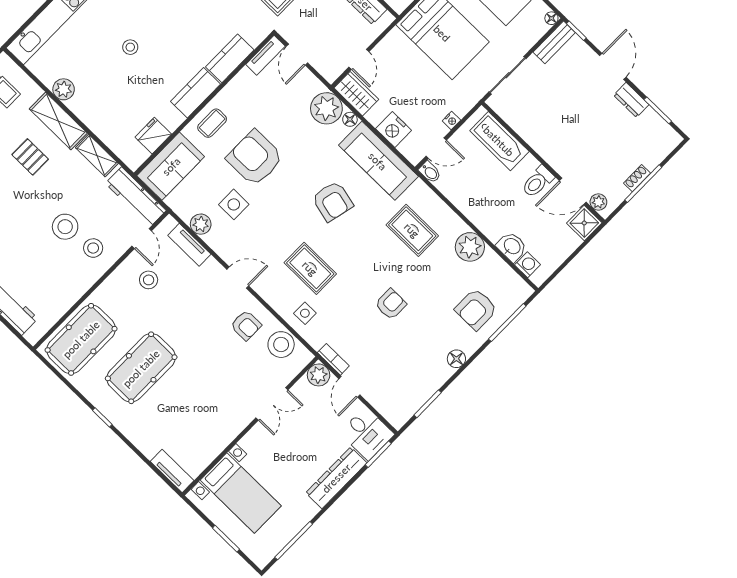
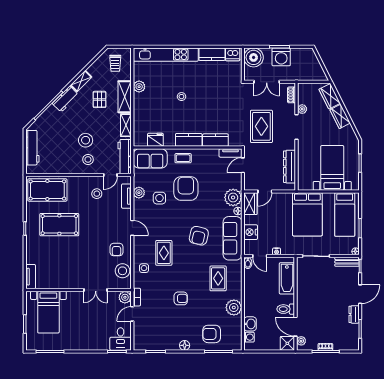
dresser: (336, 478) -> (91, 344), removed

